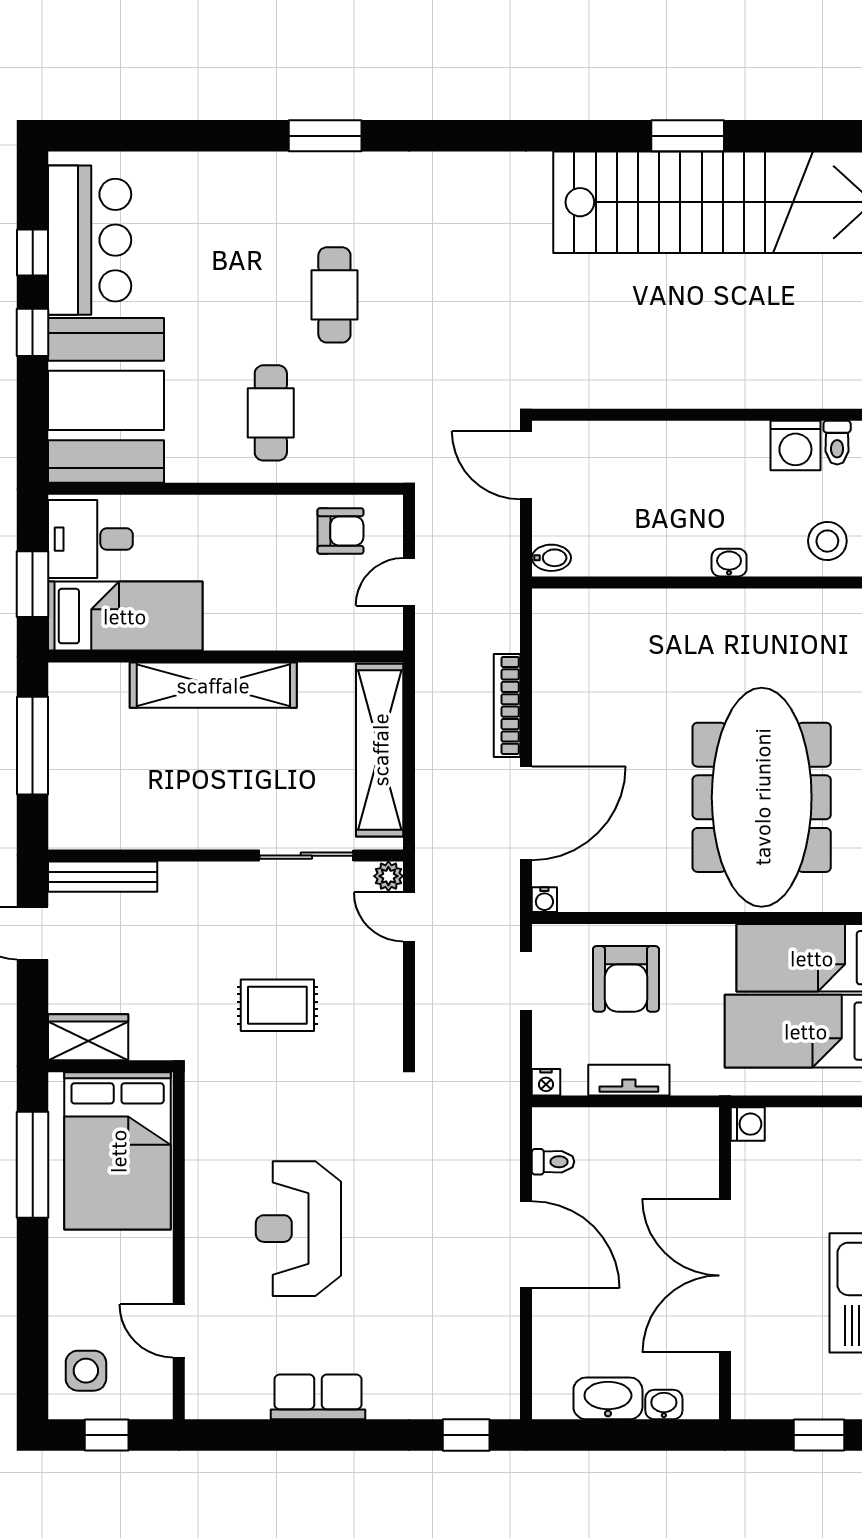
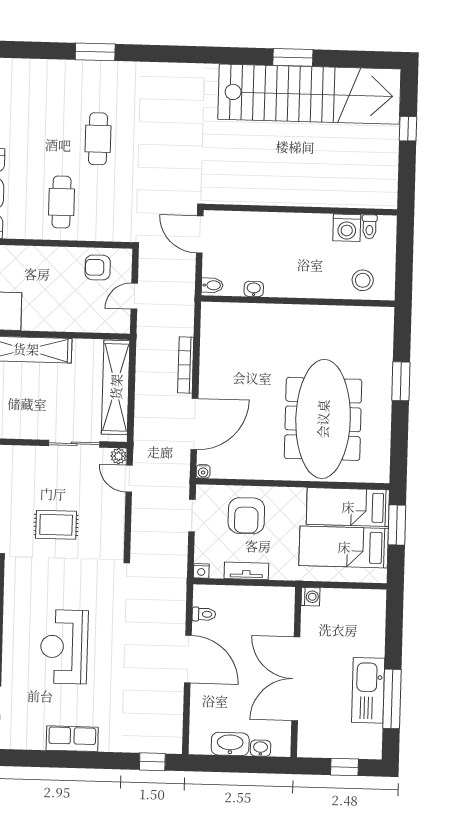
armchair: (340, 531) -> (98, 267), turned 180
washbasin: (729, 563) -> (254, 289), moved

